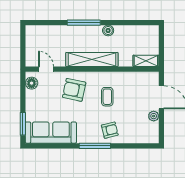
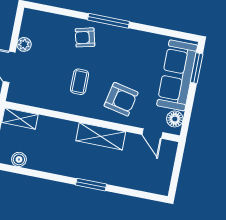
window: (84, 23) -> (91, 185), width x0.69
boiler: (108, 30) -> (19, 159), moved
shelving: (92, 60) -> (101, 136), width x0.68
sofa: (51, 133) -> (177, 75), moved, turned 90

